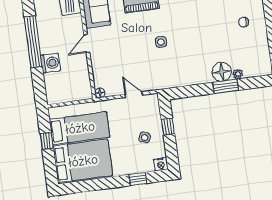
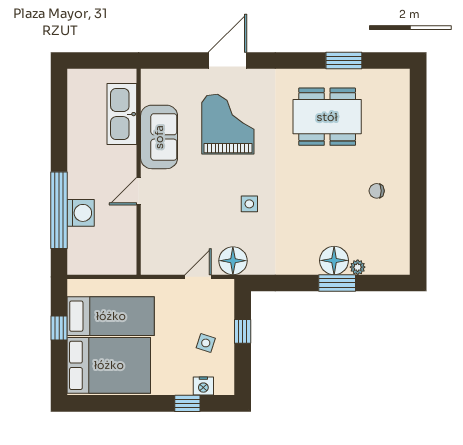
window: (33, 42) -> (59, 210), moved
floor lamp: (100, 93) -> (233, 261), moved, width x1.89, depth x1.89
door: (134, 95) -> (198, 277), hinge flipped
nightstand: (161, 164) -> (203, 386), moved

